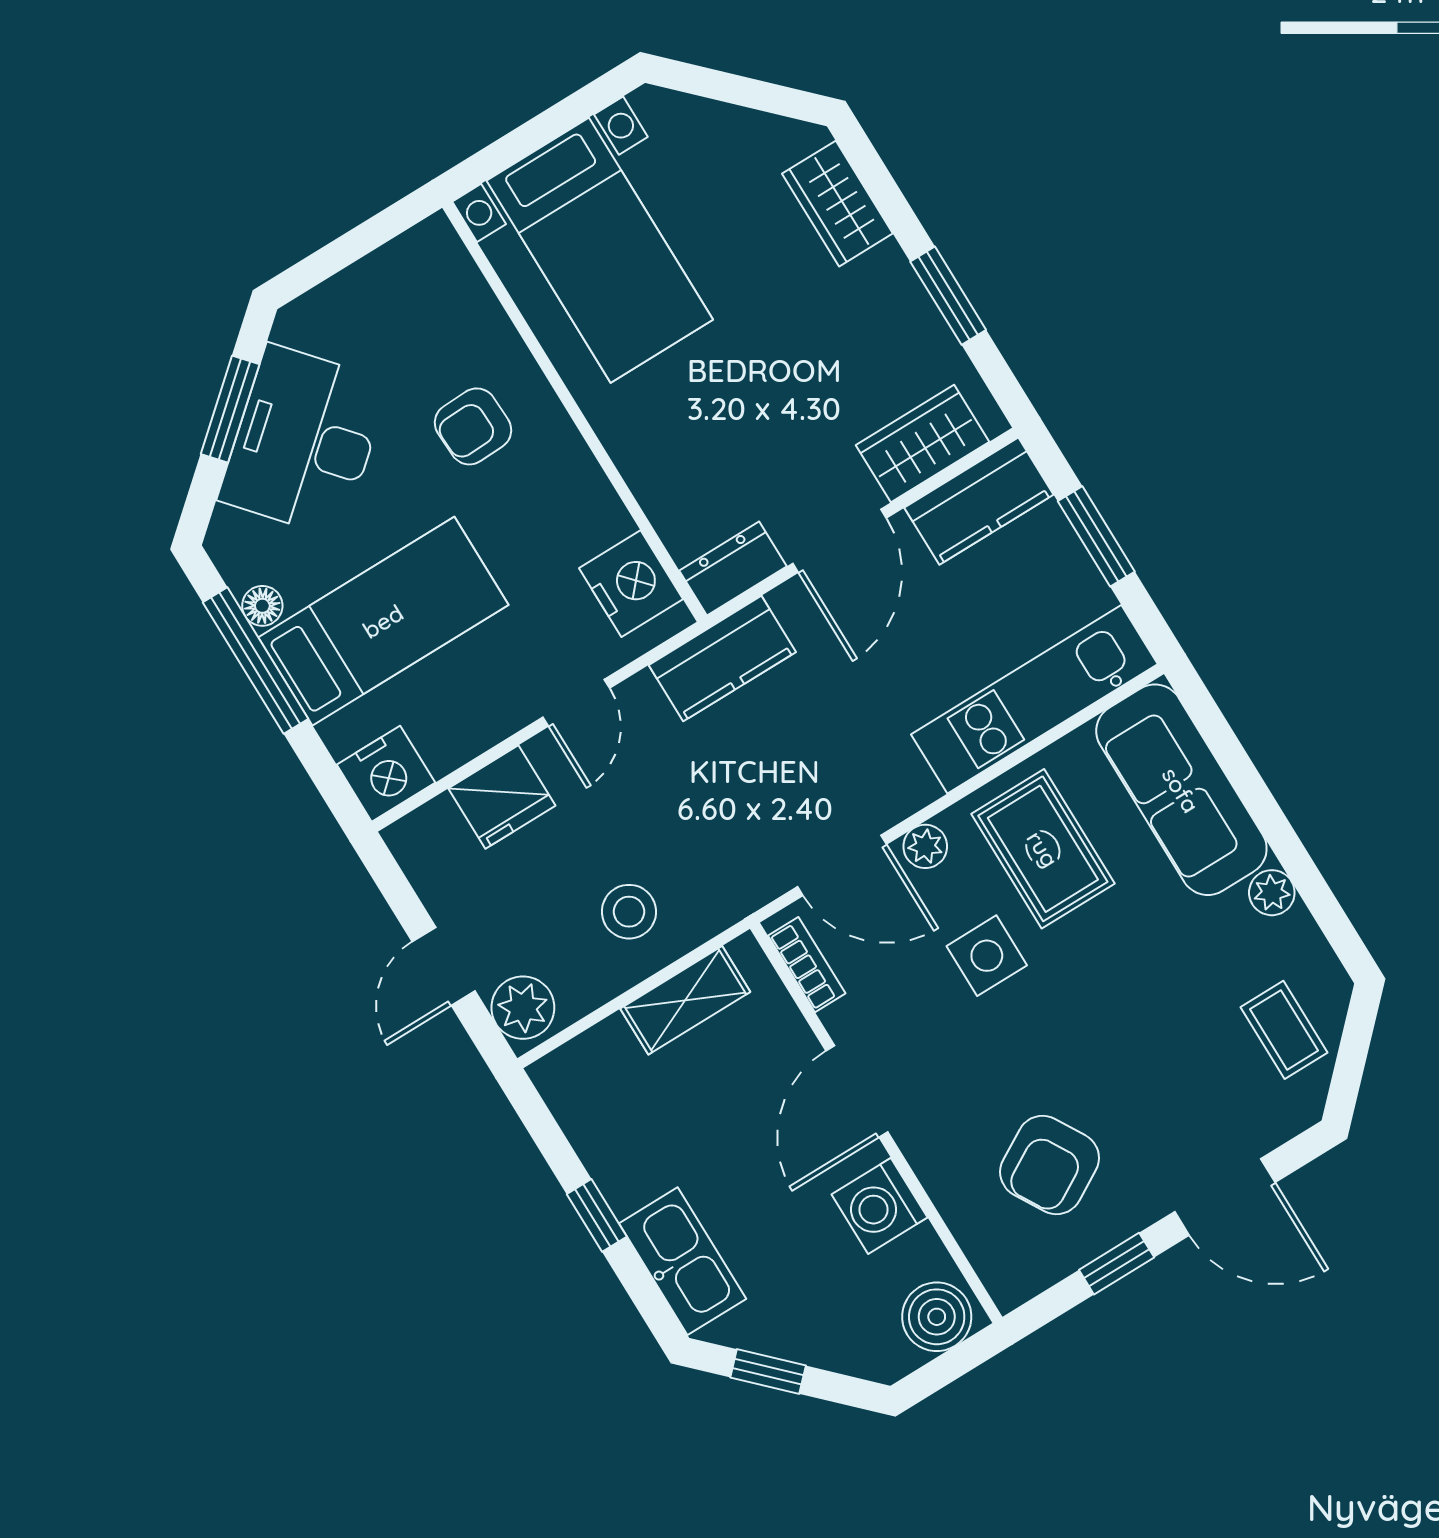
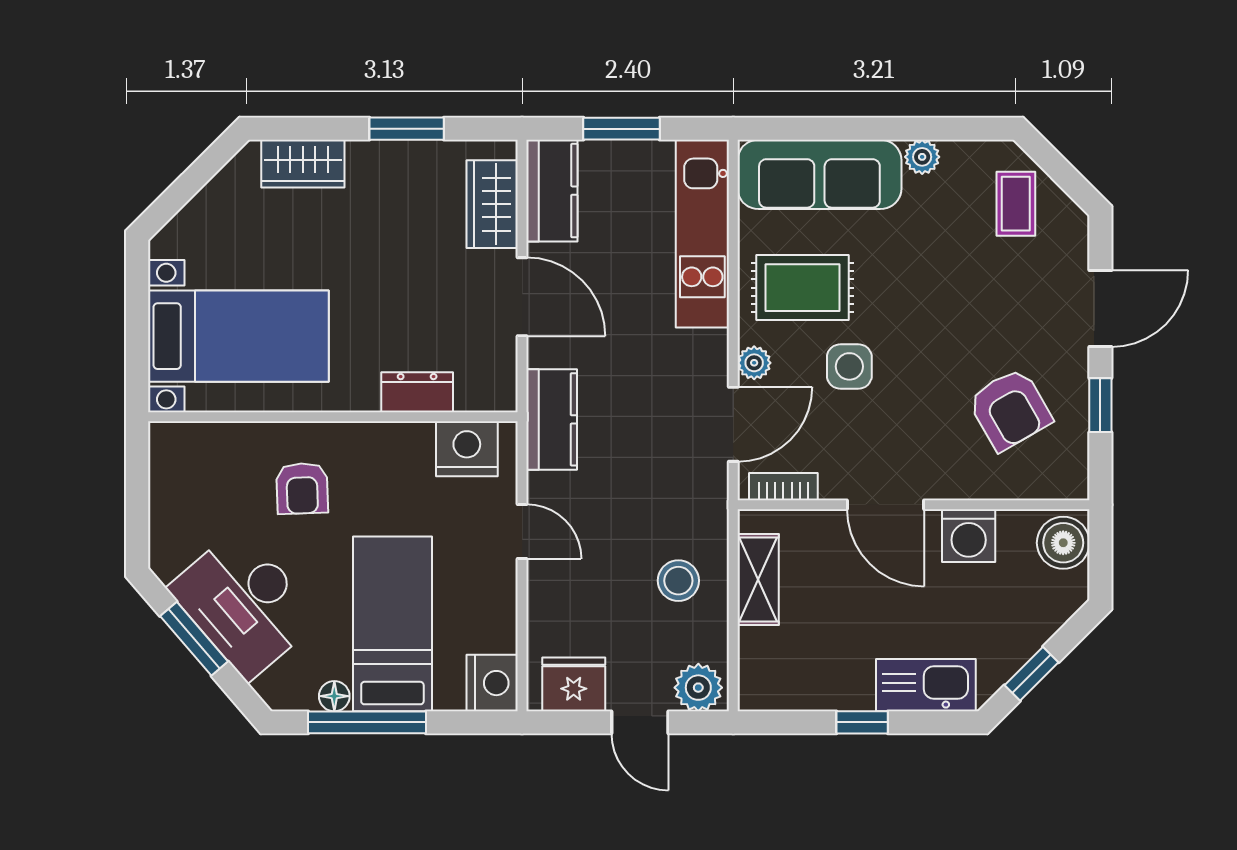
dresser: (733, 568) -> (417, 392), moved, turned 90
fridge: (502, 797) -> (574, 684), moved, turned -90
coffee table: (1284, 1030) -> (1016, 204), turned 90

